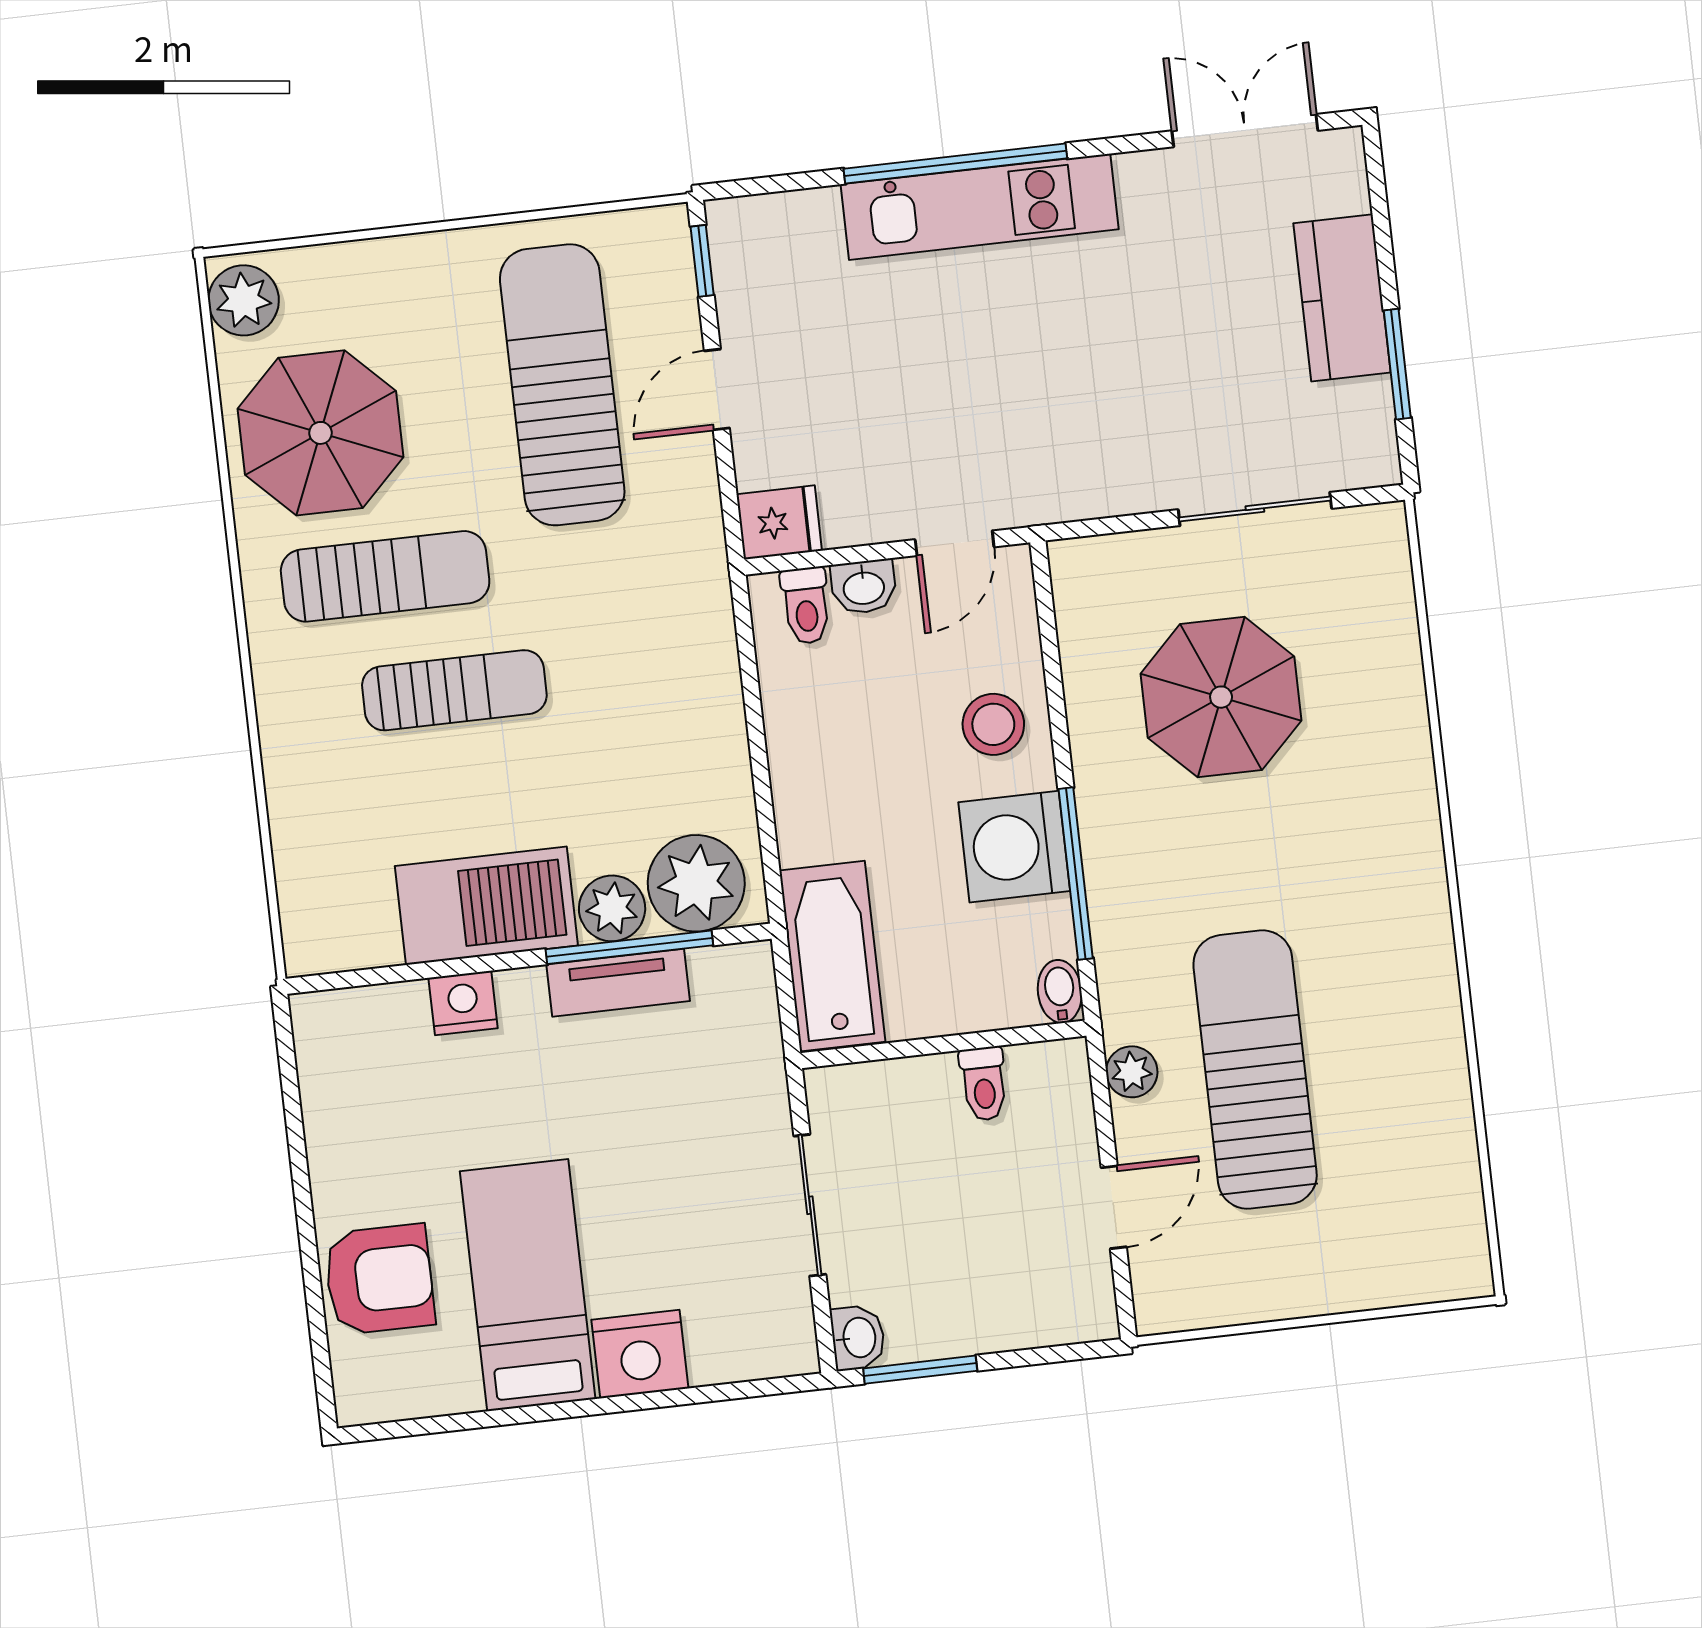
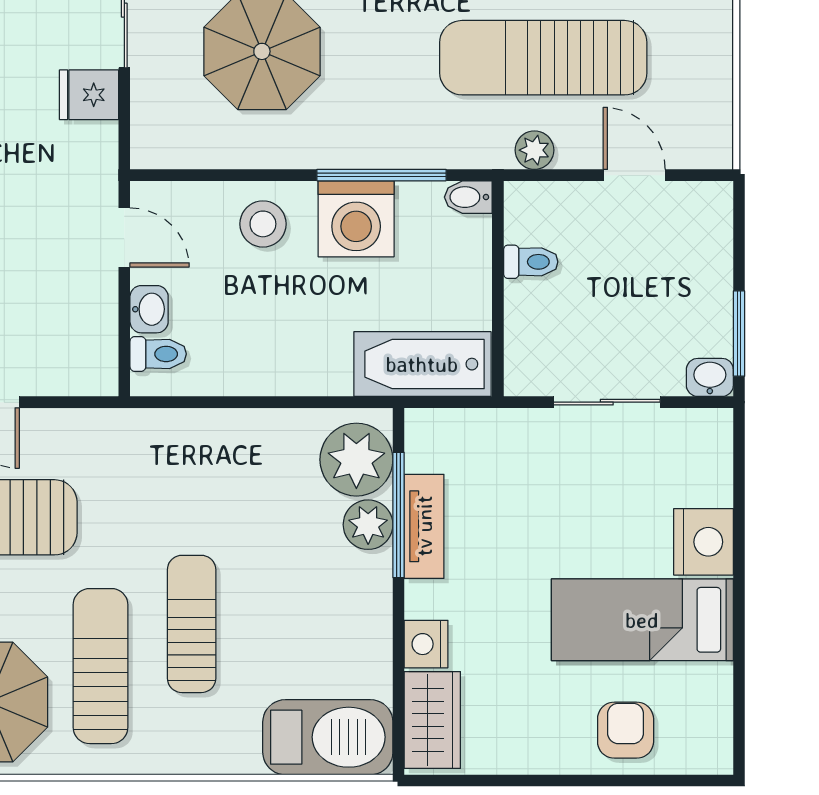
fridge: (779, 522) -> (89, 95), moved, turned -90
barbecue: (486, 906) -> (328, 737), moved, turned 90
wardrobe: (364, 1023) -> (432, 720), added
armchair: (379, 1279) -> (626, 730), width x0.72, depth x0.72

